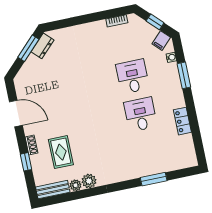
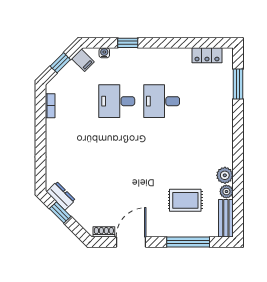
window: (28, 48) -> (60, 213), width x0.67
window: (184, 75) -> (128, 43), width x0.67
locker: (182, 121) -> (207, 55), moved
shoe rack: (31, 145) -> (104, 232), moved
window: (26, 162) -> (188, 242), width x2.17
window: (154, 179) -> (238, 84), moved

